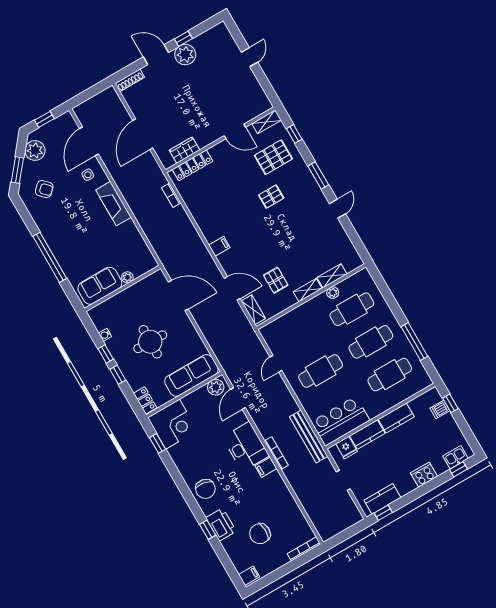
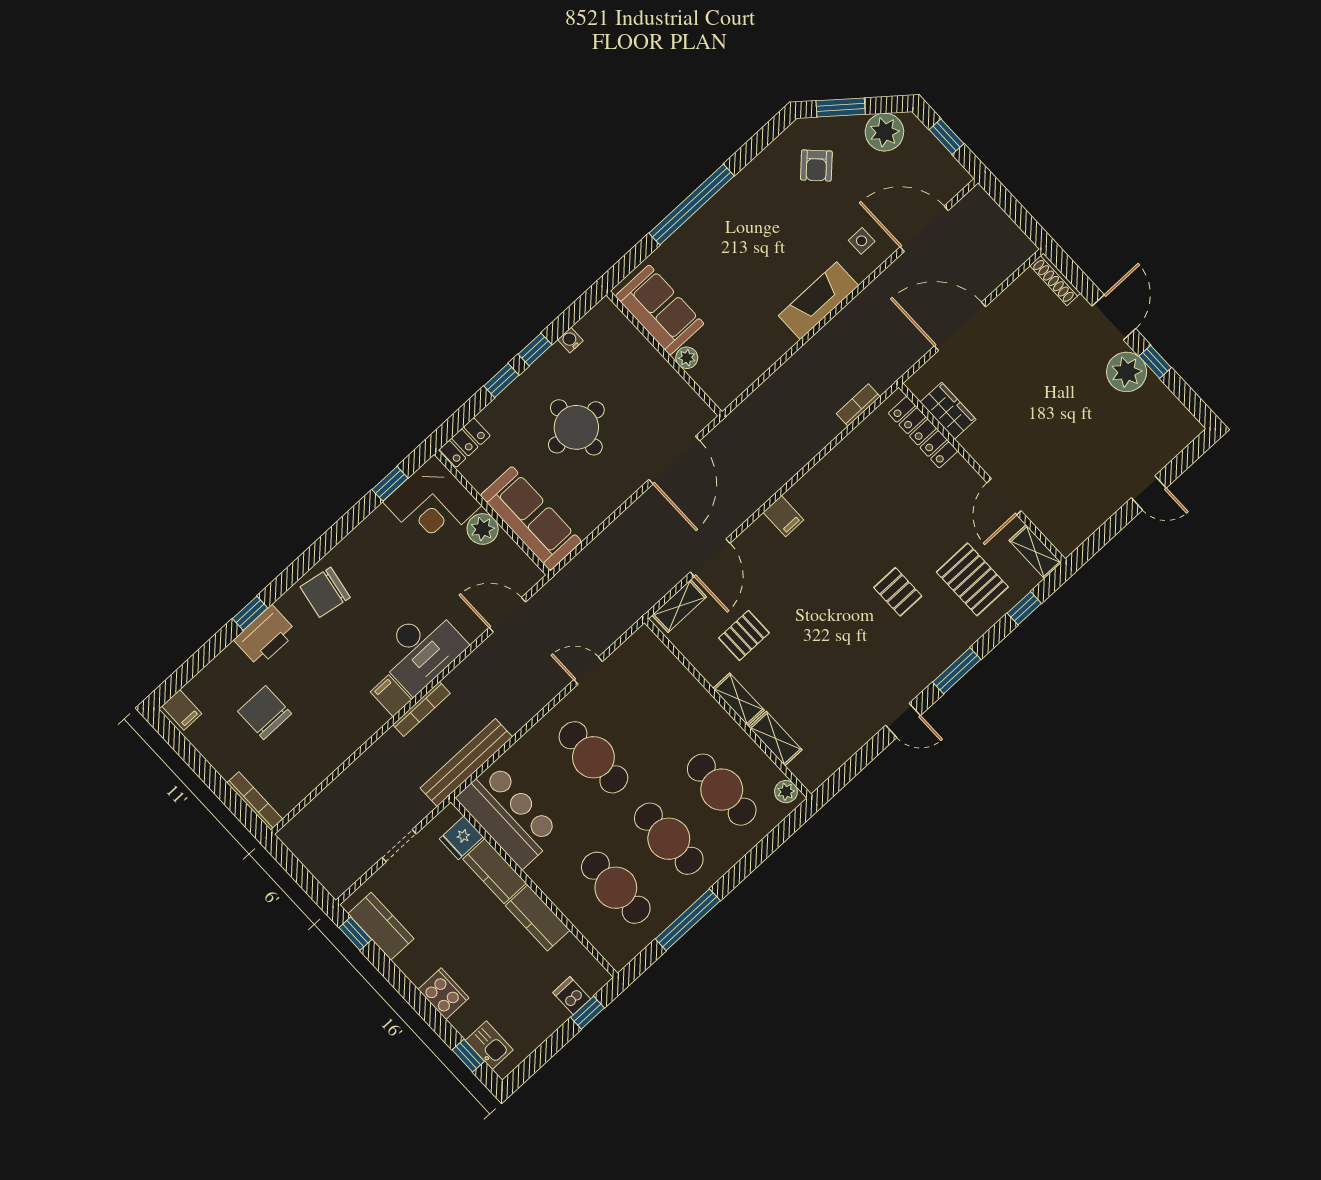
plant: (333, 293) -> (786, 792), moved
plant: (216, 387) -> (483, 529), moved

